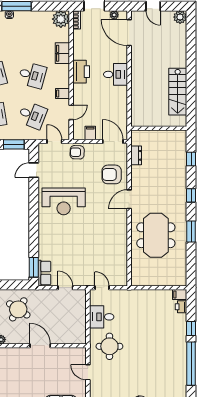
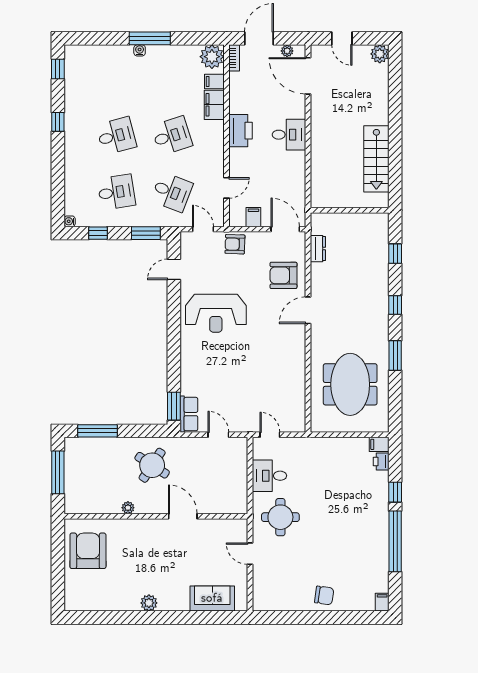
desk: (32, 75) -> (172, 136), turned -33
filing cabinet: (63, 94) -> (214, 82), moved
meeting table: (156, 235) -> (350, 384), moved

